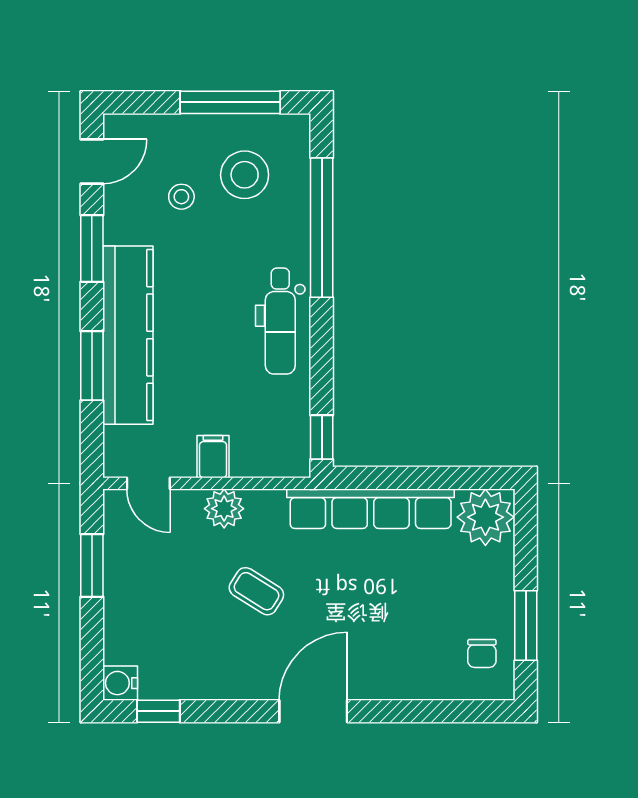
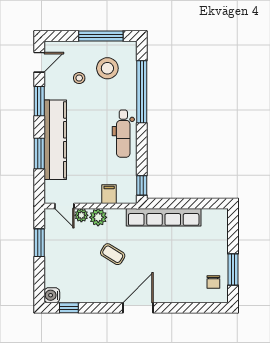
filing cabinet: (213, 457) -> (109, 194), moved
plant: (485, 517) -> (81, 215), moved, width x0.53, depth x0.53

